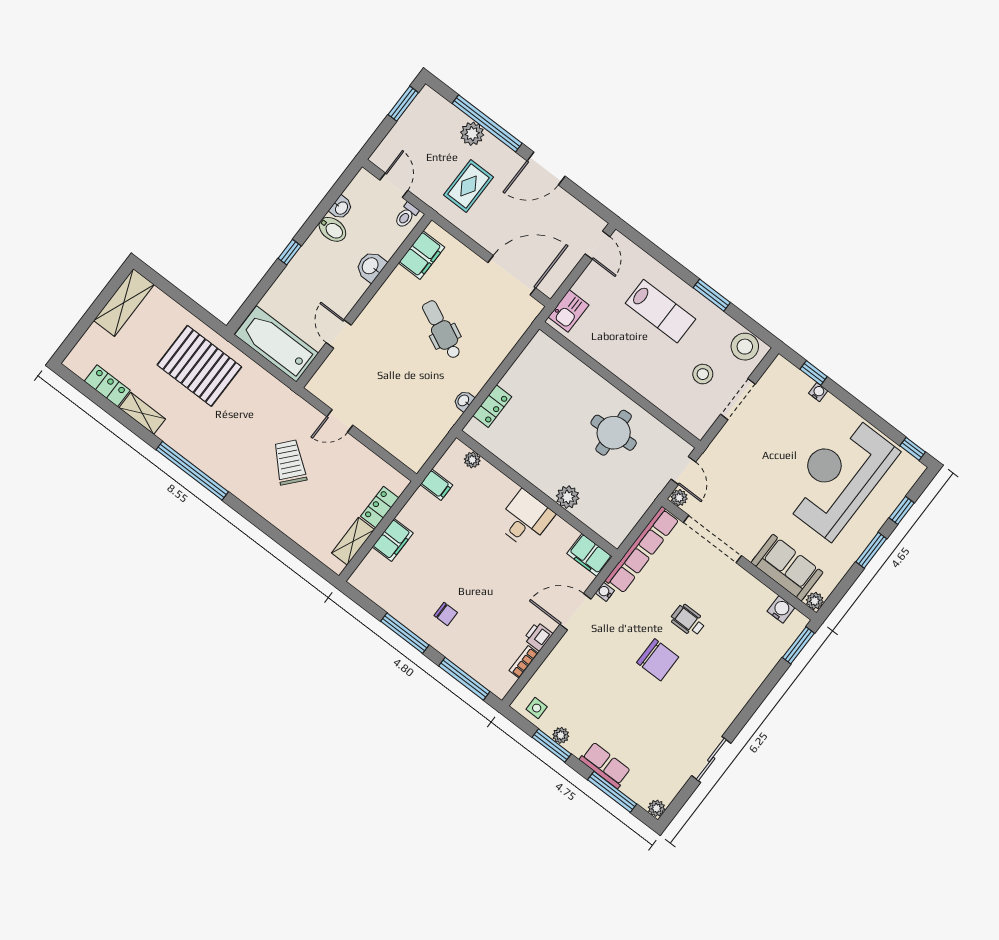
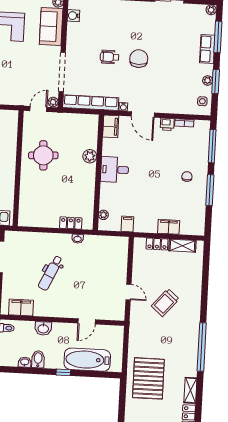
bathtub: (277, 344) -> (87, 360), moved, turned 90
wheelchair: (688, 620) -> (110, 57), turned 90

